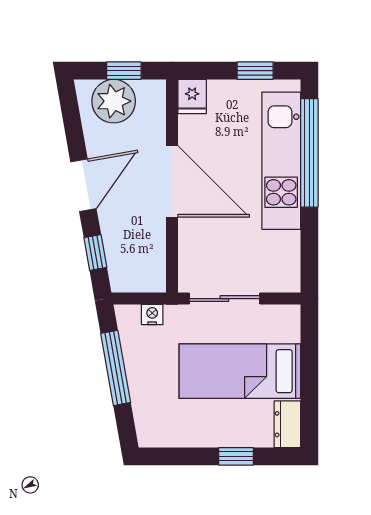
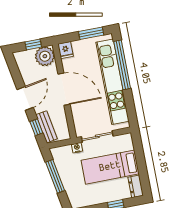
window: (255, 71) -> (91, 33), width x1.50
plant: (114, 101) -> (45, 56), moved
kitchen unit: (281, 161) -> (112, 82), width x1.36
bench: (118, 256) -> (47, 127), added
nightstand: (152, 315) -> (77, 148), moved

